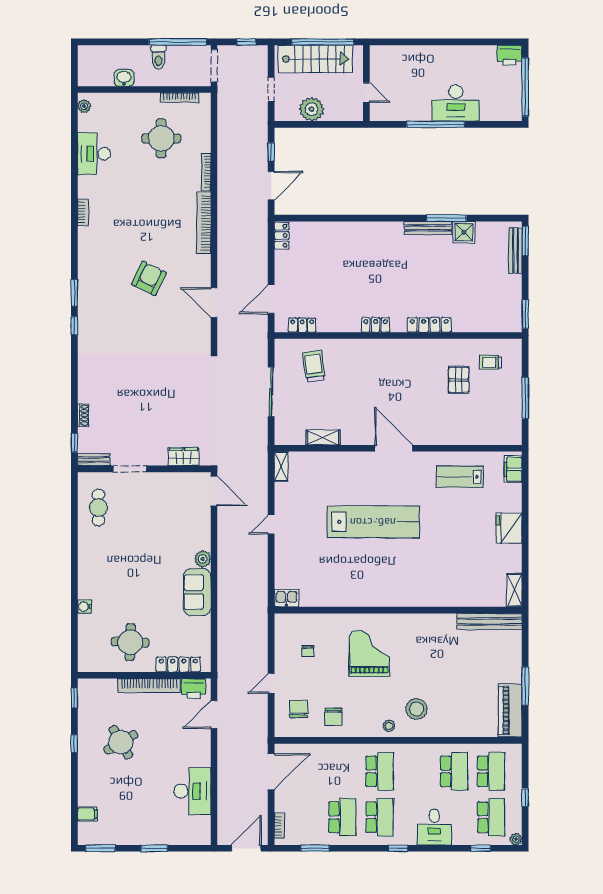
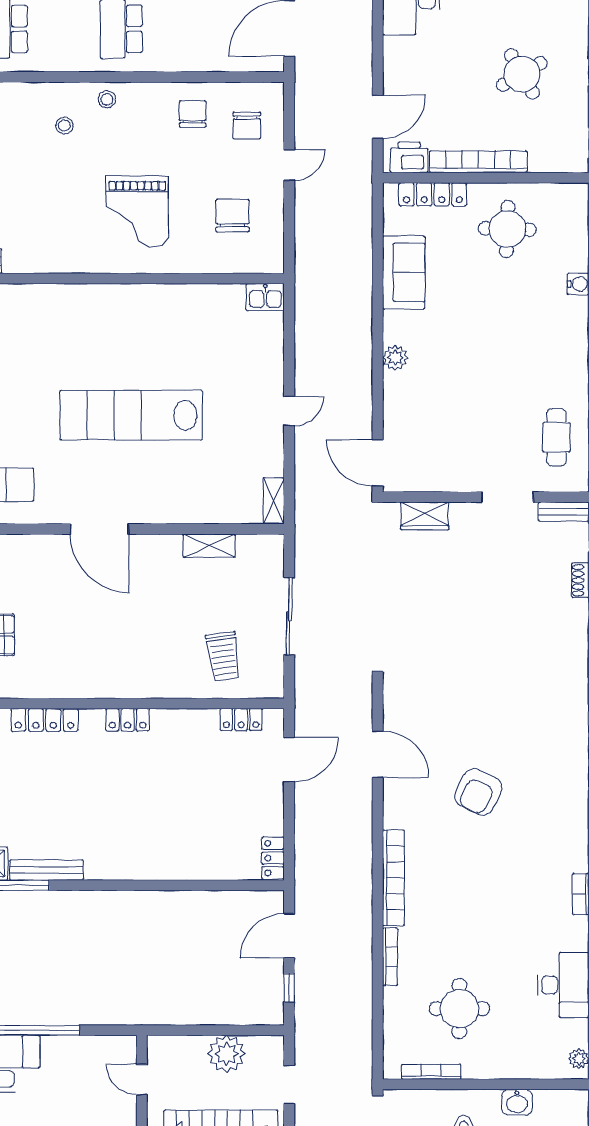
sofa: (197, 592) -> (404, 272), moved
chair: (308, 651) -> (232, 216), width x1.87, depth x1.87
stool: (416, 709) -> (64, 126), width x0.53, depth x0.53

